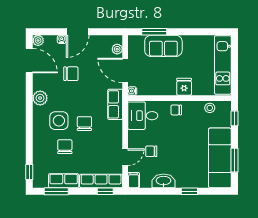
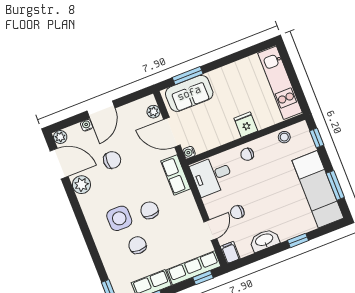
sofa: (163, 46) -> (189, 93), moved
plant: (40, 98) -> (81, 185), moved

